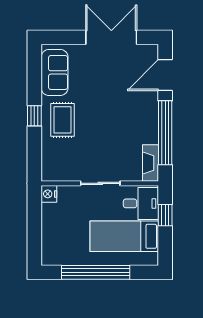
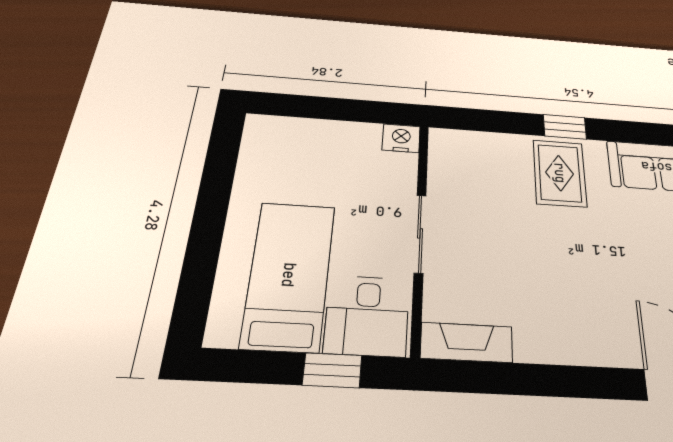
rug: (62, 120) -> (560, 173), turned 90
window: (165, 133) -> (542, 380), removed
window: (96, 272) -> (211, 211), removed

